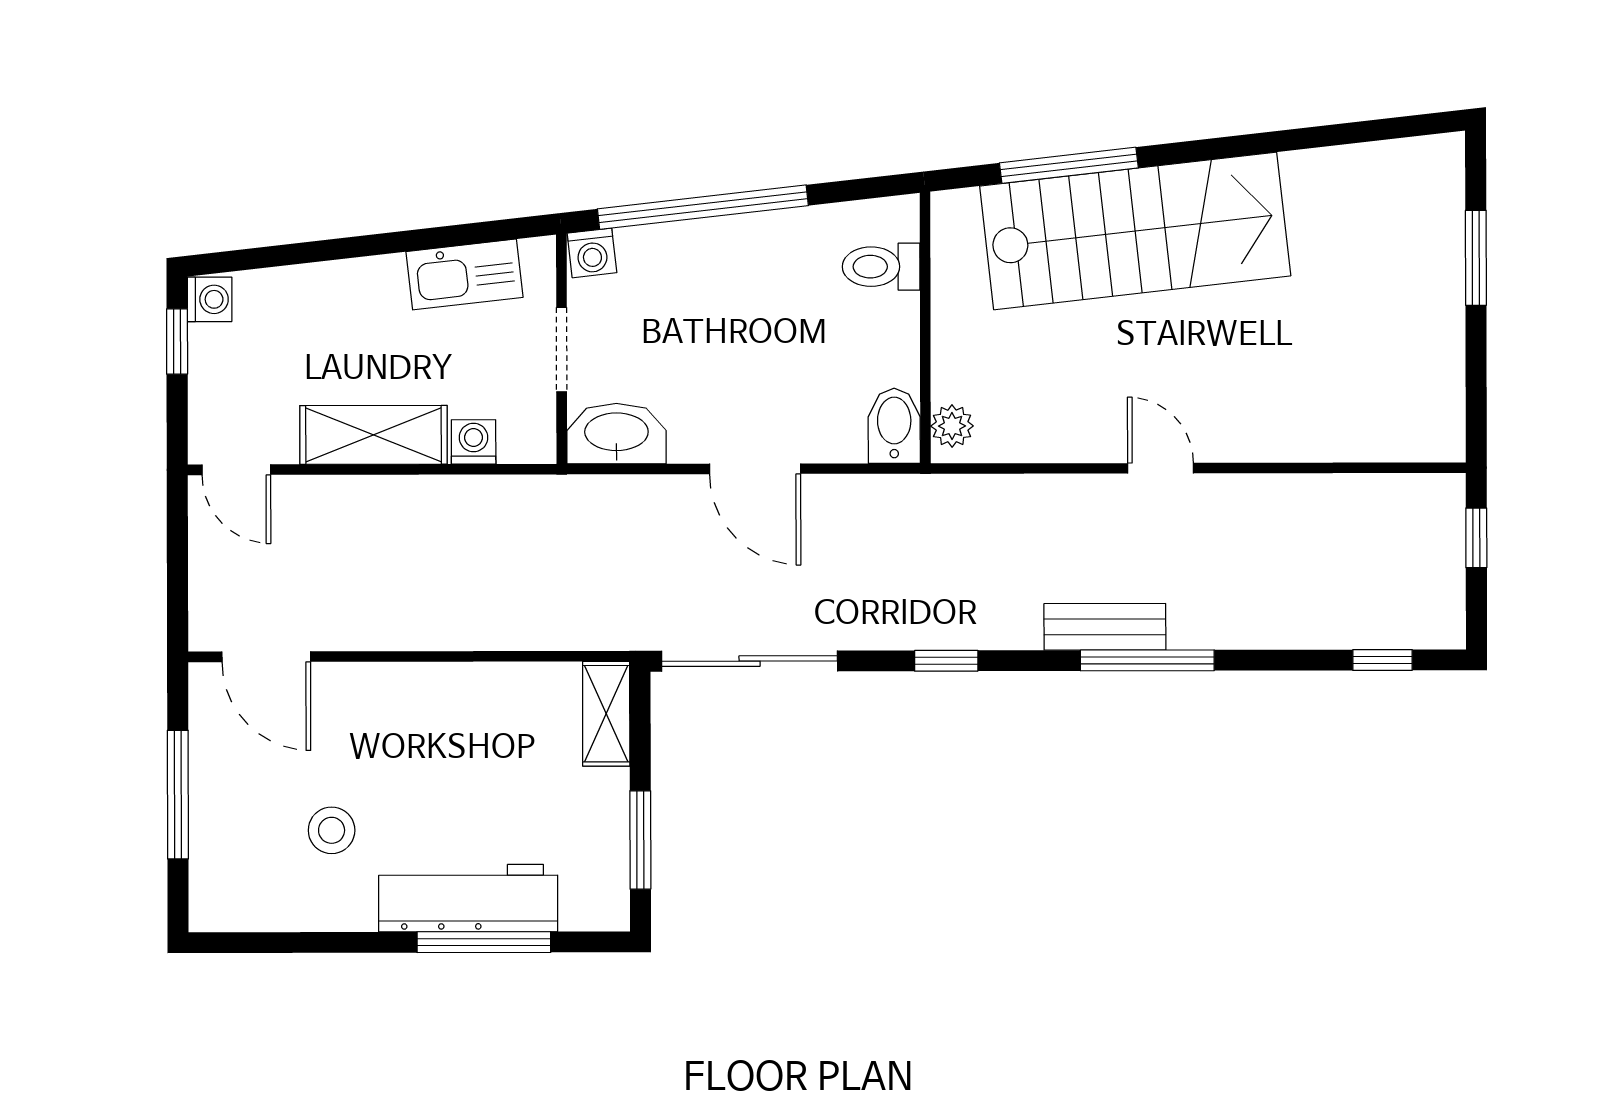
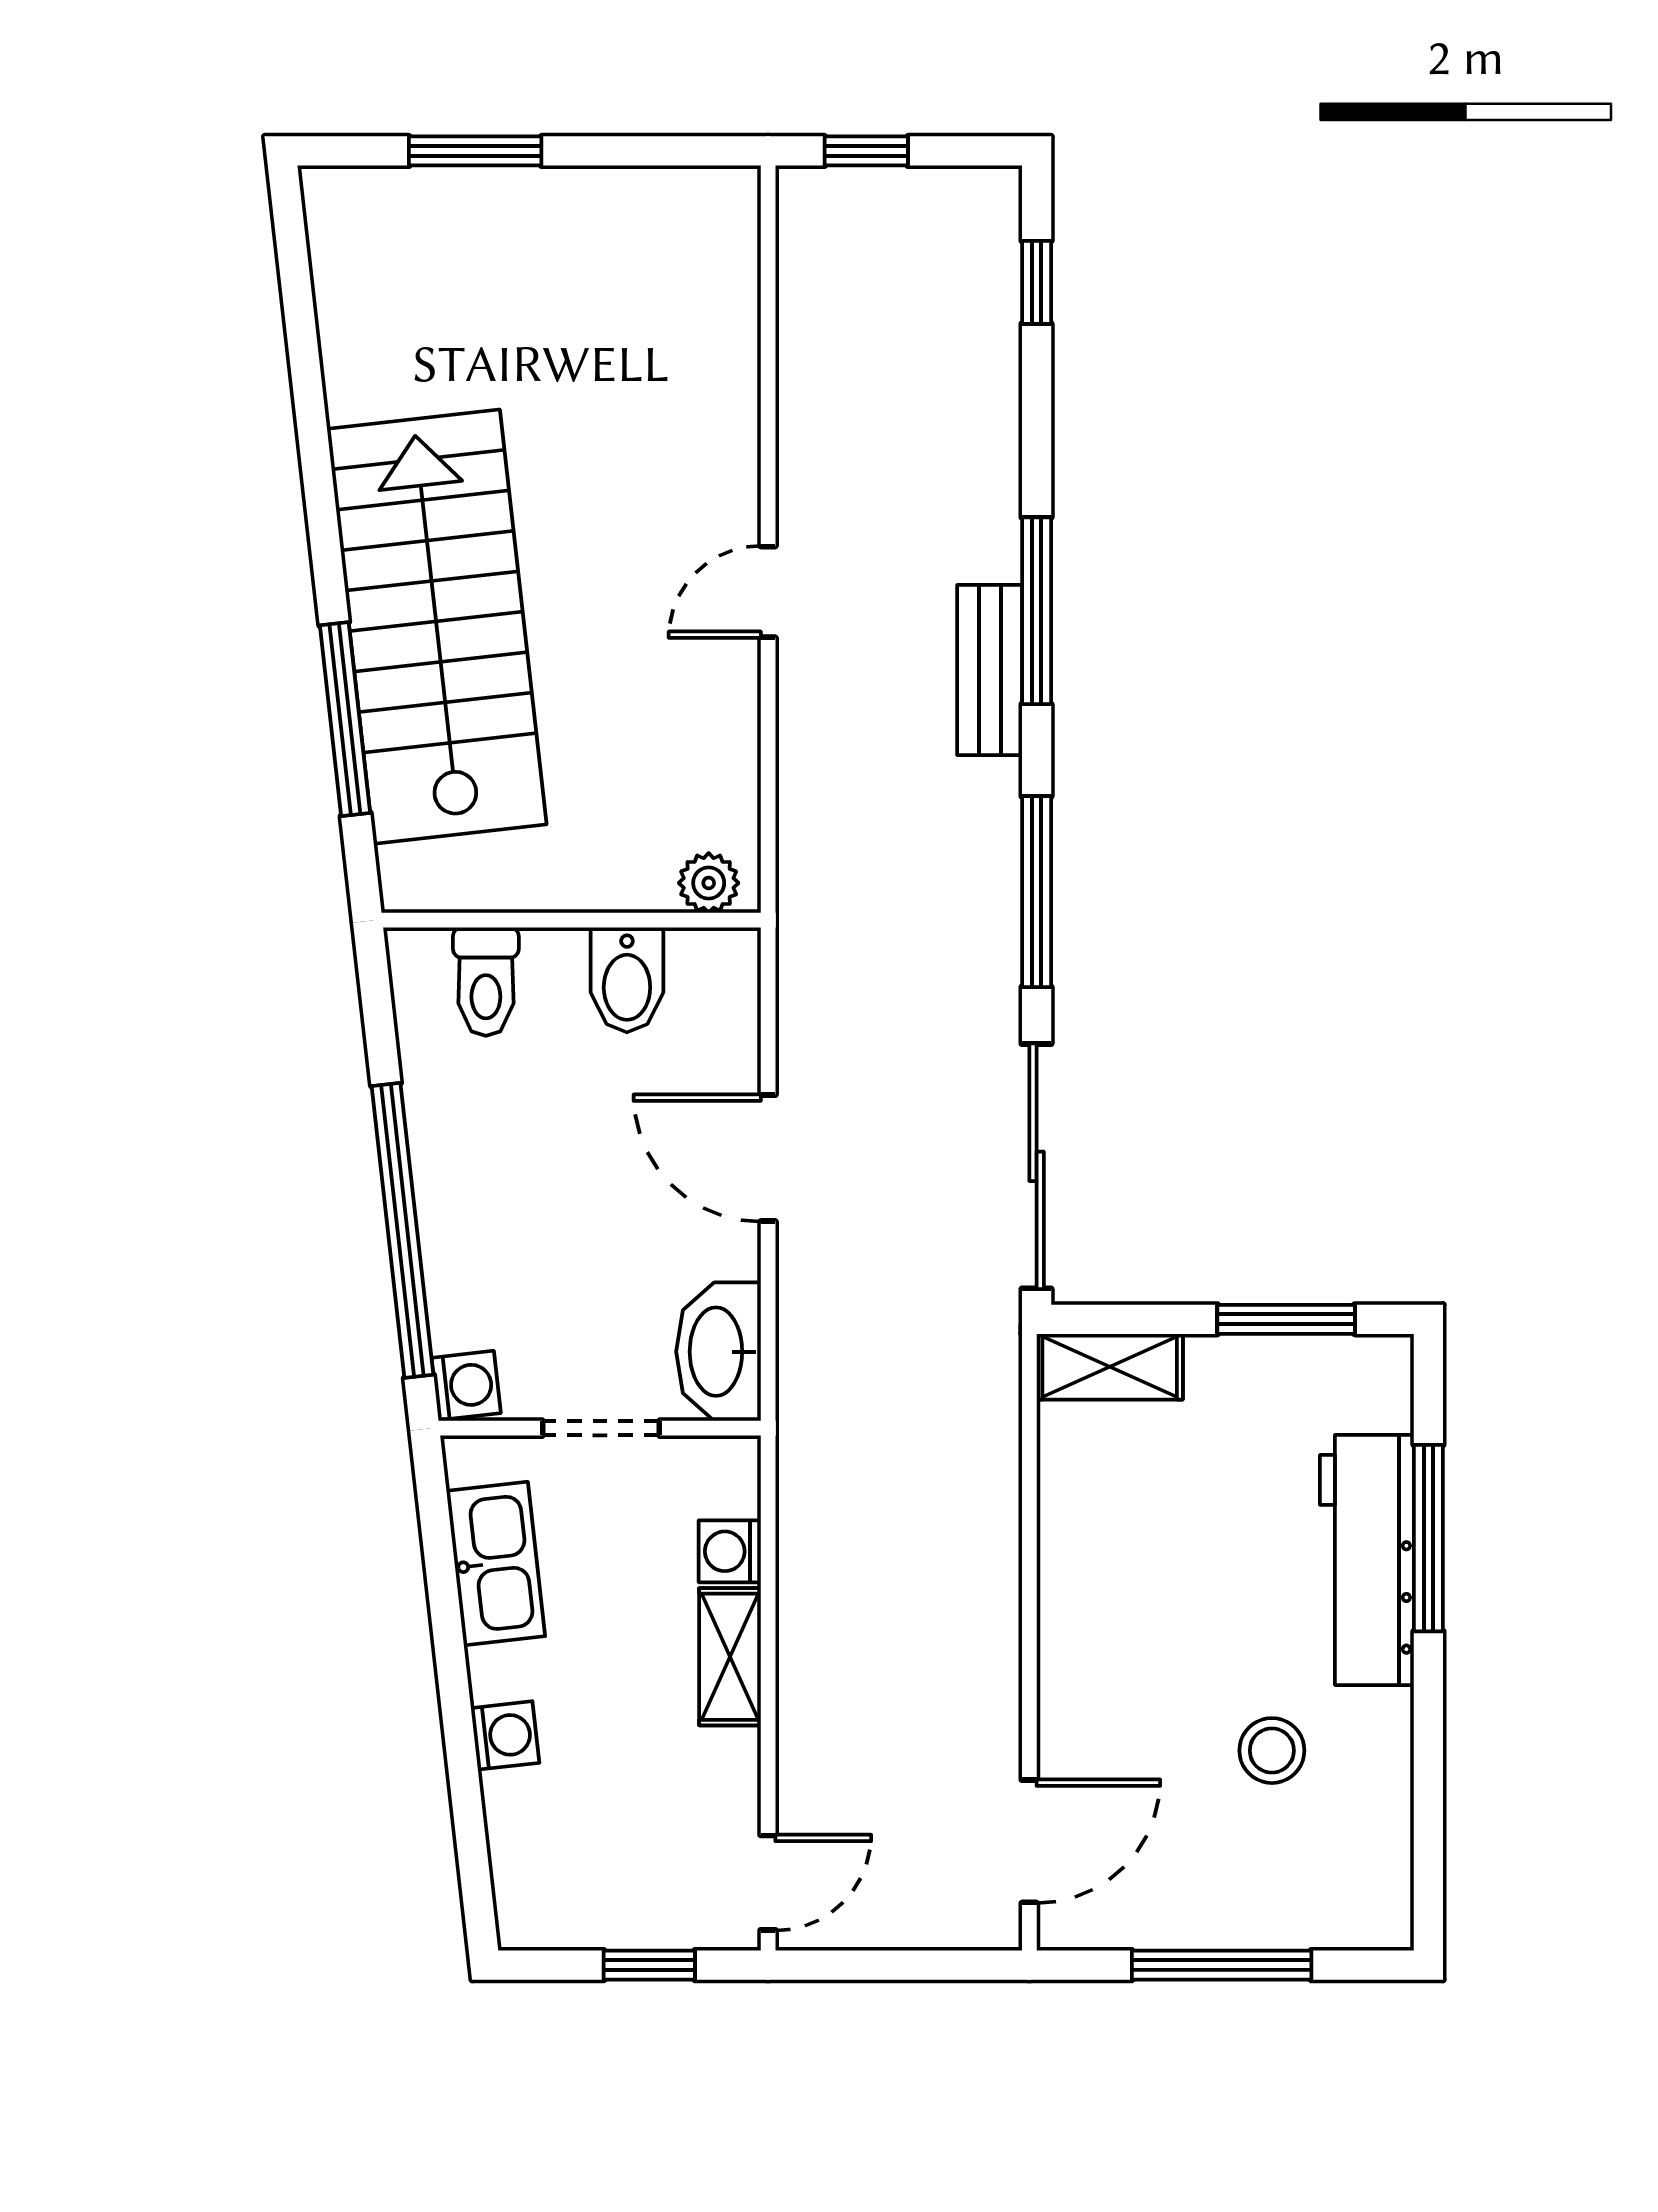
washing machine: (210, 299) -> (505, 1735), moved, turned 84
window: (177, 342) -> (649, 1965), moved
bidet: (894, 426) -> (627, 980), moved, turned -90
shelving: (373, 435) -> (730, 1657), width x0.67, depth x0.75
door: (755, 469) -> (768, 1158), swing flipped
window: (946, 661) -> (1037, 892), width x2.17

